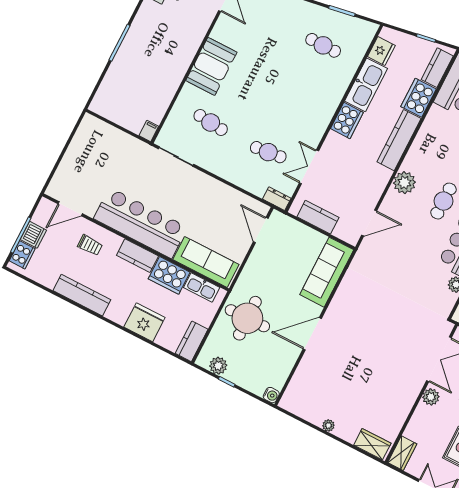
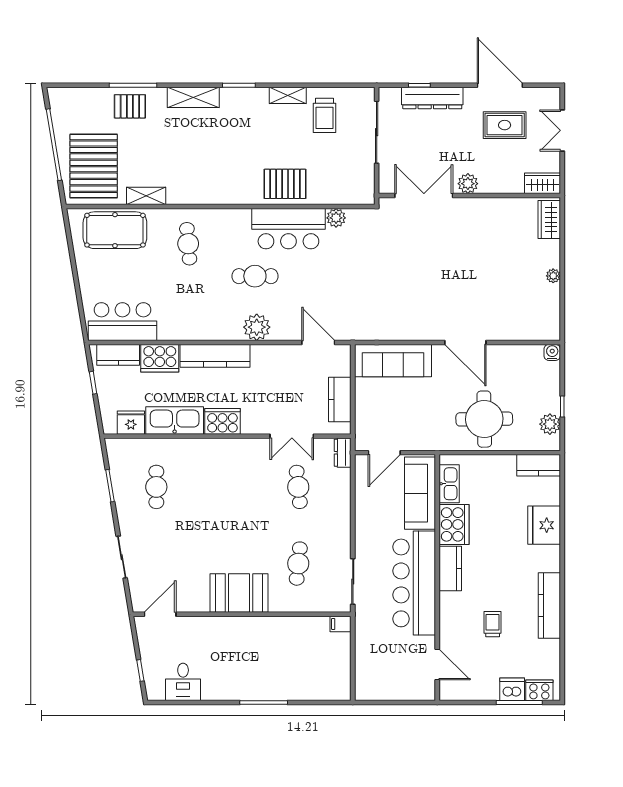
door: (70, 209) -> (437, 664), moved
bar counter: (141, 223) -> (414, 583), moved
wall: (136, 242) -> (437, 578), moved
kitchen counter: (137, 256) -> (450, 568), moved
sofa: (206, 262) -> (420, 493), moved
cooker: (169, 275) -> (454, 524), moved
kitchen sink: (202, 288) -> (449, 484), moved

